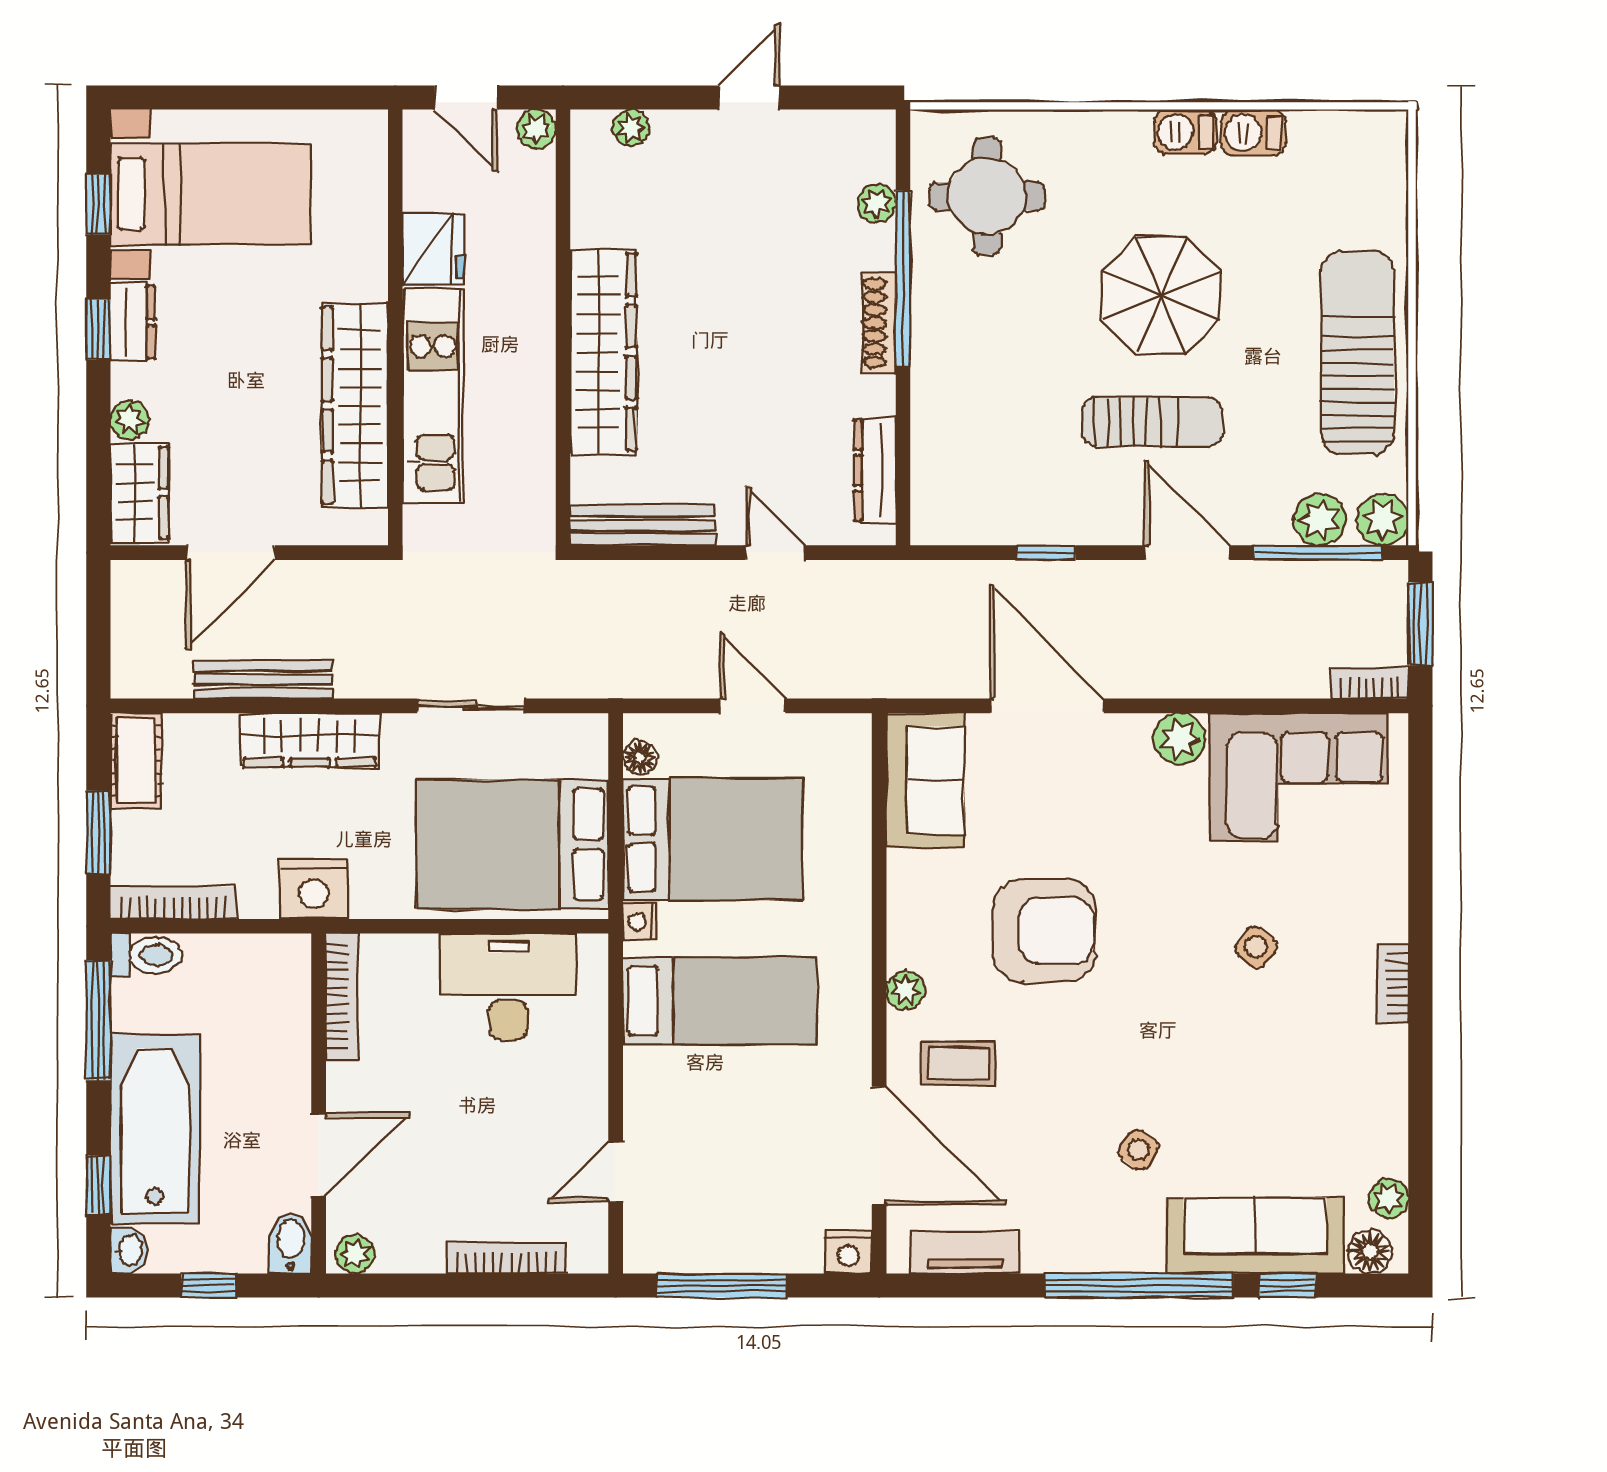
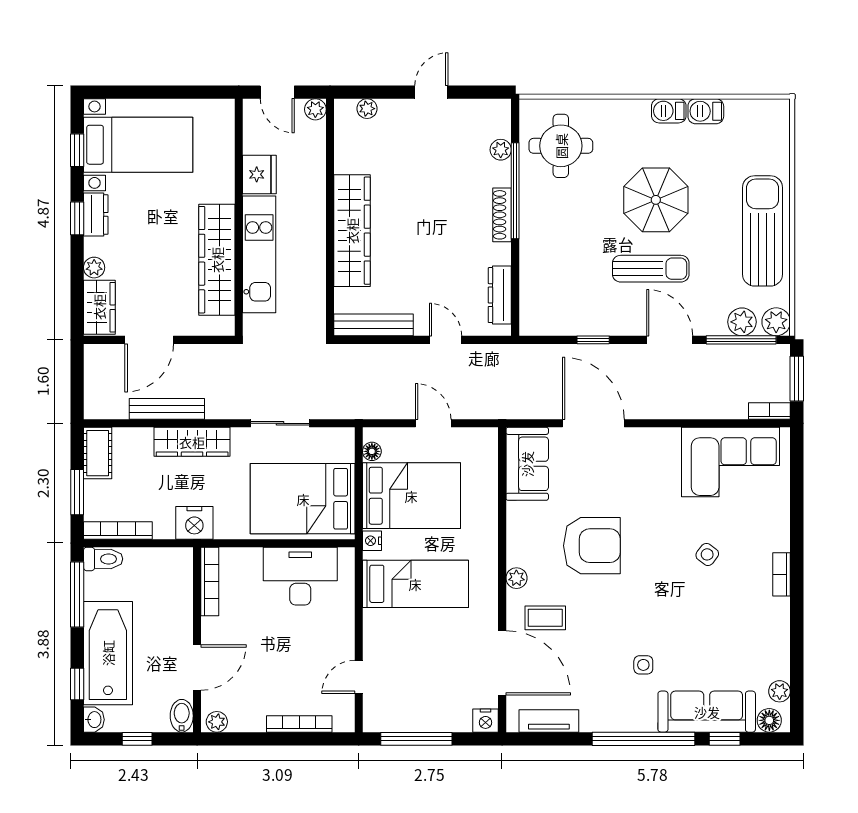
plant: (1179, 739) -> (665, 441), removed
side table: (1139, 1150) -> (643, 665), turned -37

